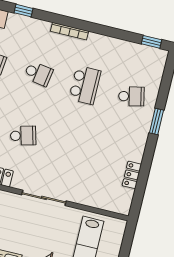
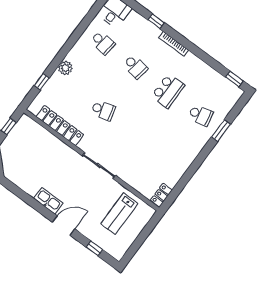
window: (23, 11) -> (156, 21), moved
window: (156, 121) -> (221, 131), moved
locker: (132, 175) -> (161, 195), moved

